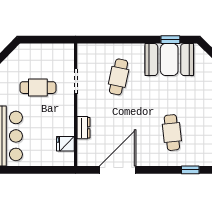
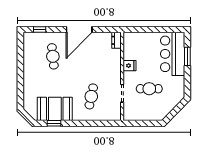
dresser: (83, 128) -> (117, 40), moved
fridge: (65, 144) -> (130, 66), moved
door: (118, 170) -> (79, 29), moved

